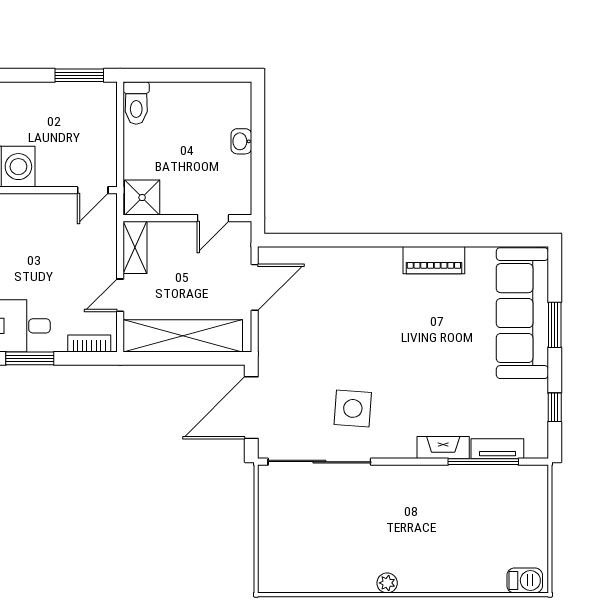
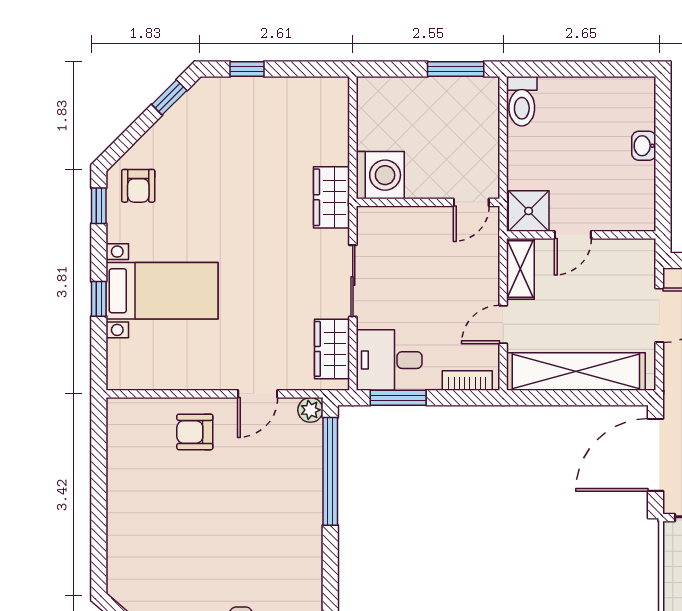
door: (213, 218) -> (573, 235), moved

